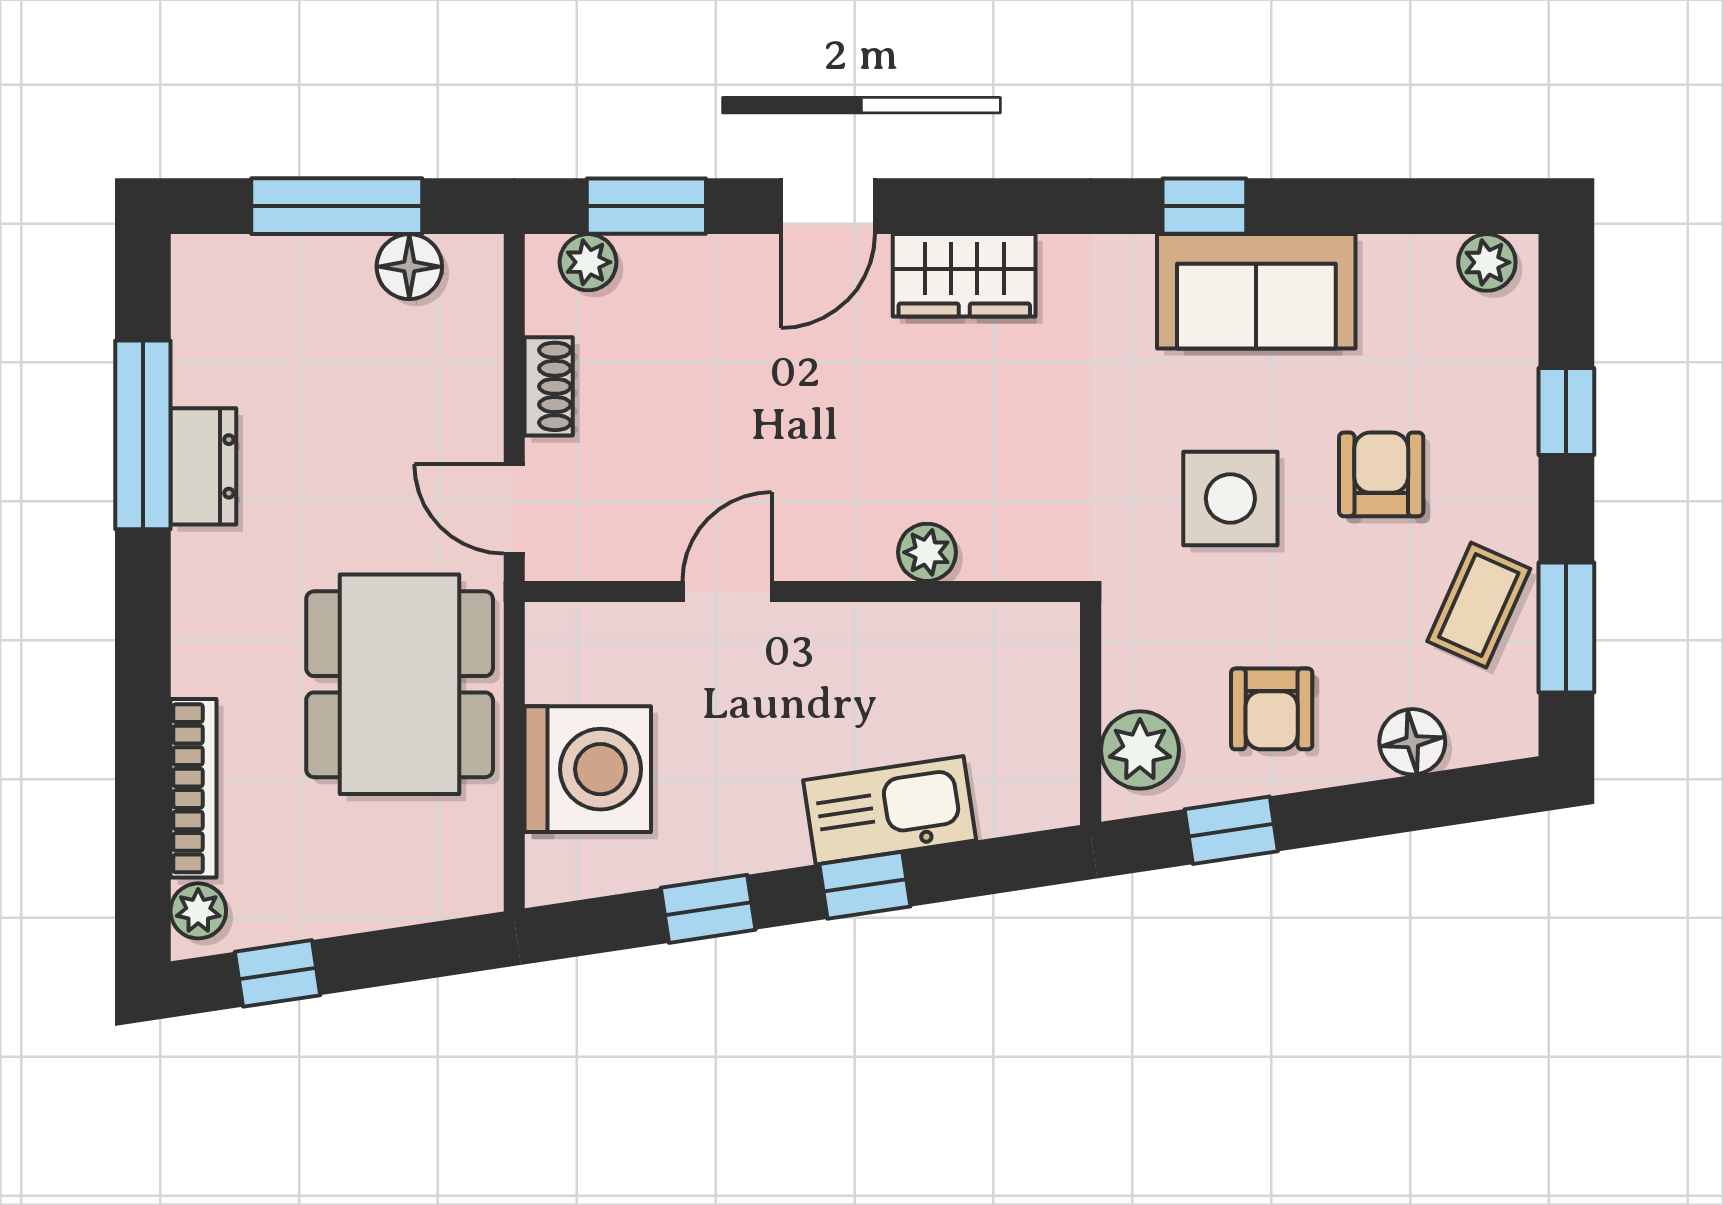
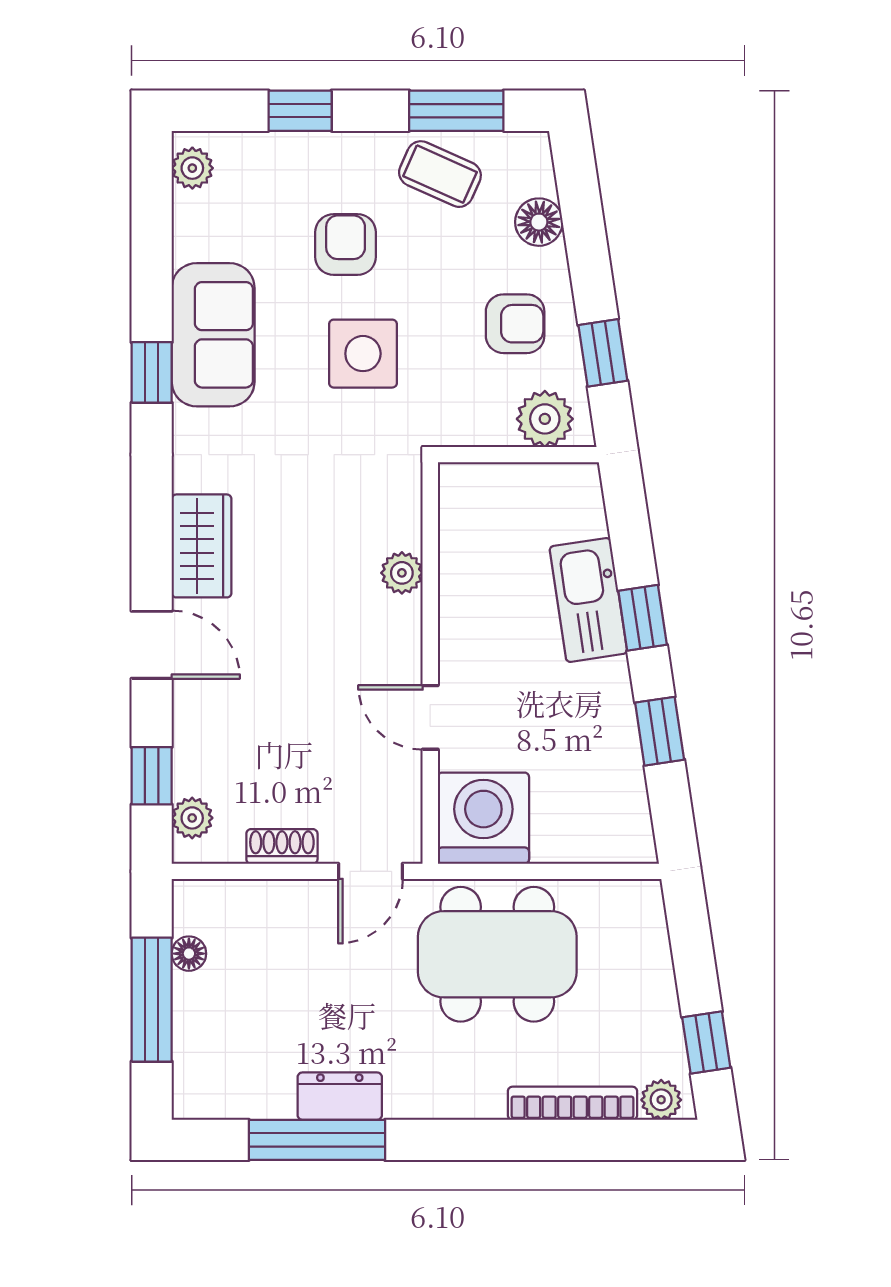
window: (646, 206) -> (152, 776), width x0.67
floor lamp: (409, 267) -> (189, 954), width x0.73, depth x0.73
armchair: (1381, 474) -> (346, 245), turned 90
washing machine: (588, 769) -> (483, 818), moved

